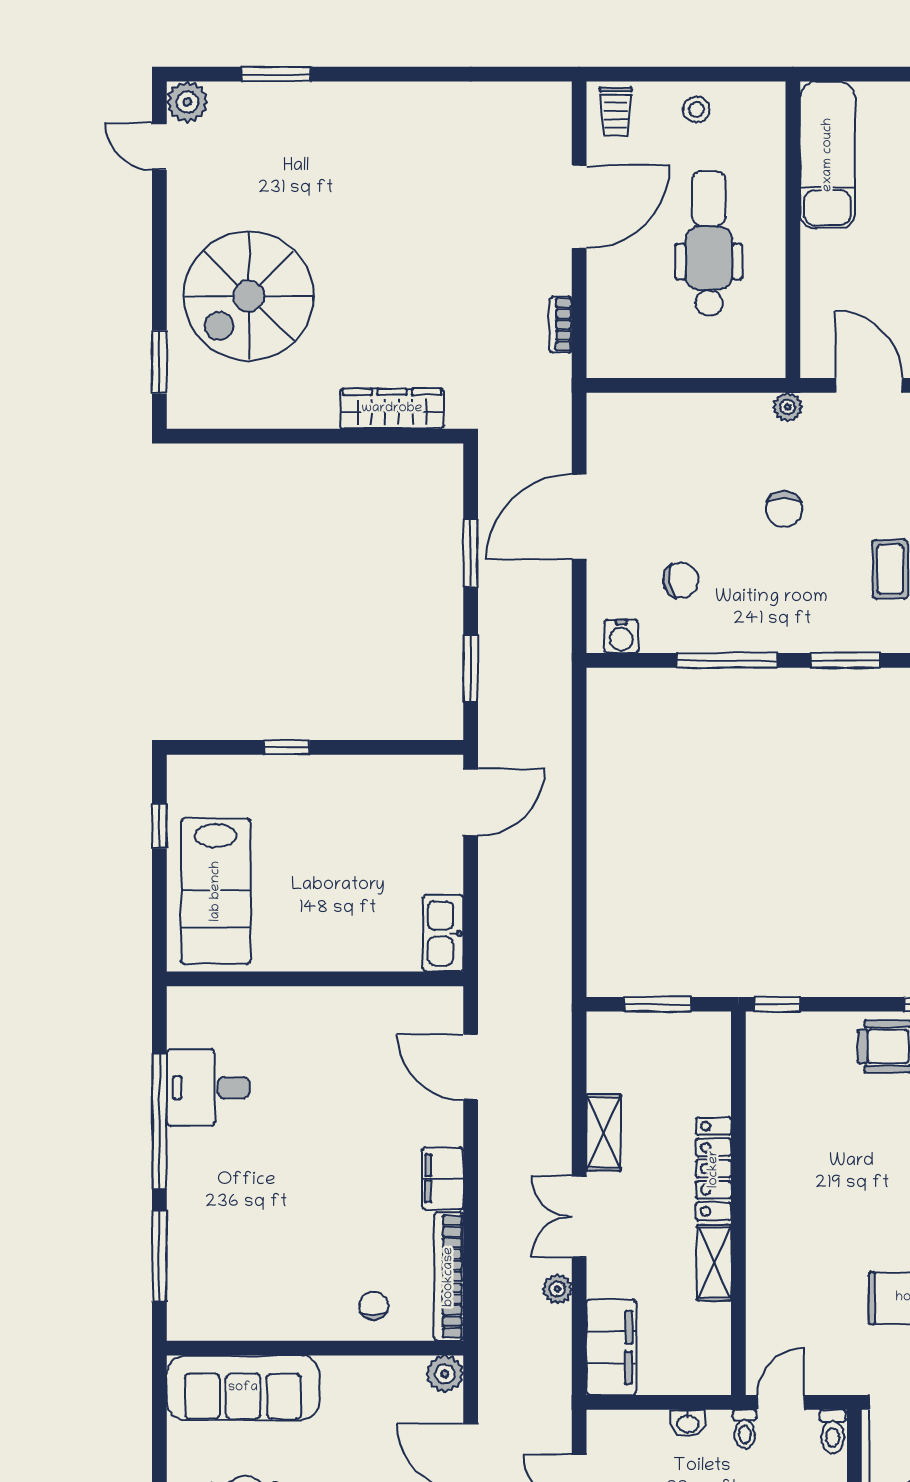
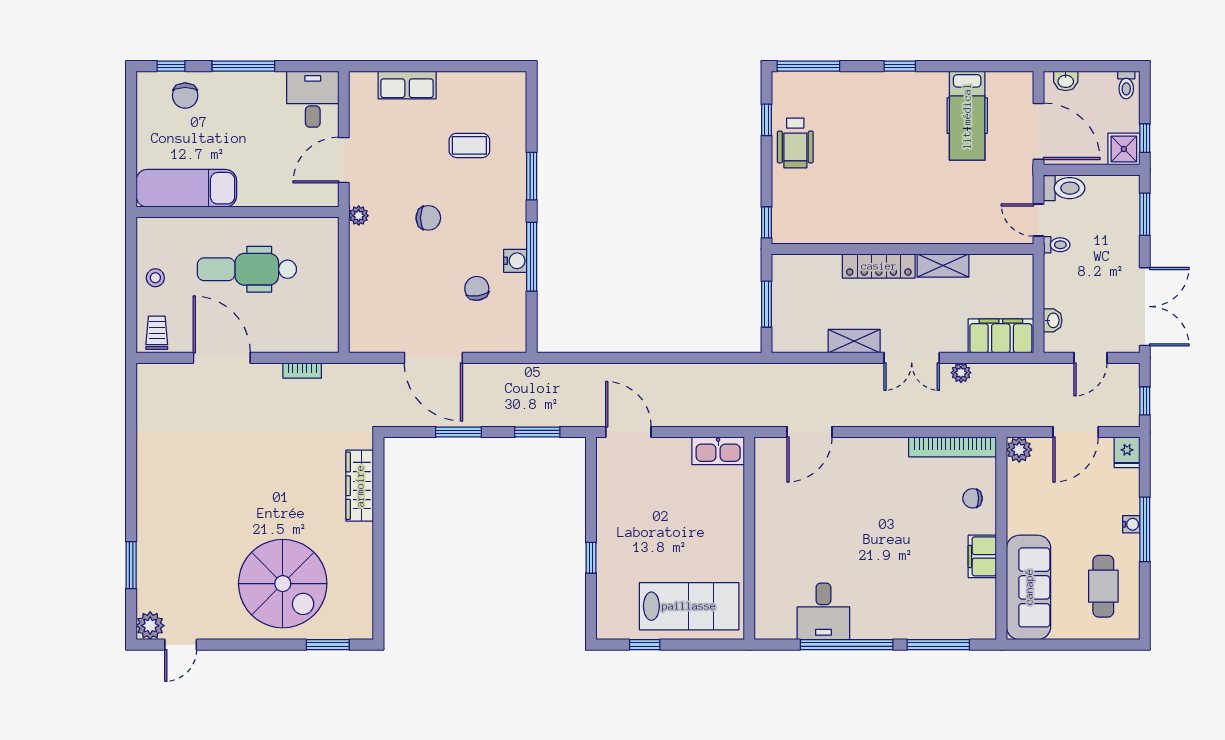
trolley: (616, 112) -> (157, 333), turned -90
water cooler: (621, 636) -> (515, 261), moved
filing cabinet: (443, 1178) -> (982, 556), moved, turned 90
washbasin: (688, 1423) -> (1053, 320), moved
toilet: (833, 1431) -> (1064, 188), width x1.37, depth x1.39

